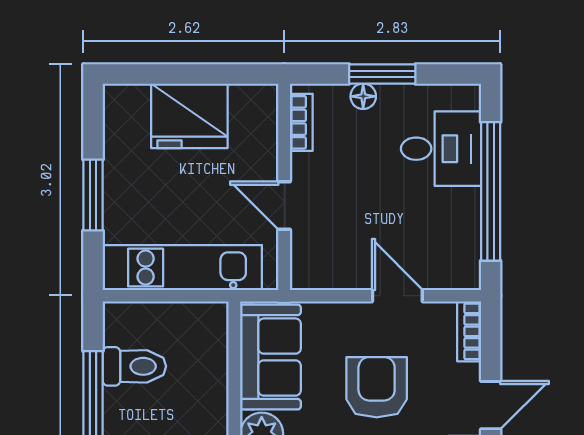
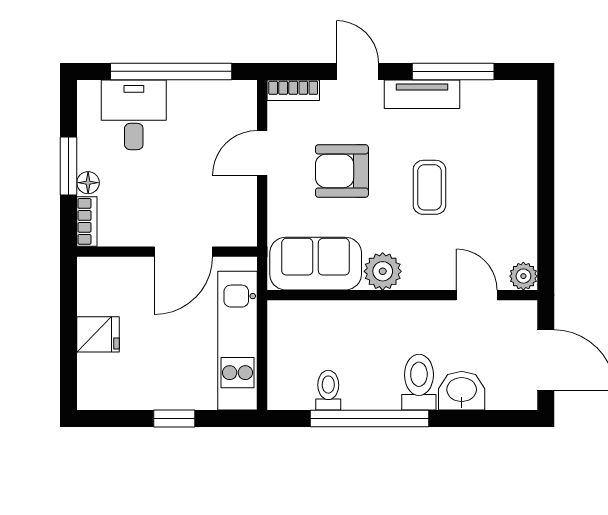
fridge: (189, 116) -> (98, 334), width x0.53, depth x0.75
bookcase: (301, 122) -> (87, 221), moved, turned 90
window: (93, 195) -> (174, 418), width x0.67
door: (284, 206) -> (183, 252), width x1.37
toilet: (134, 366) -> (328, 390), width x0.73, depth x0.72

